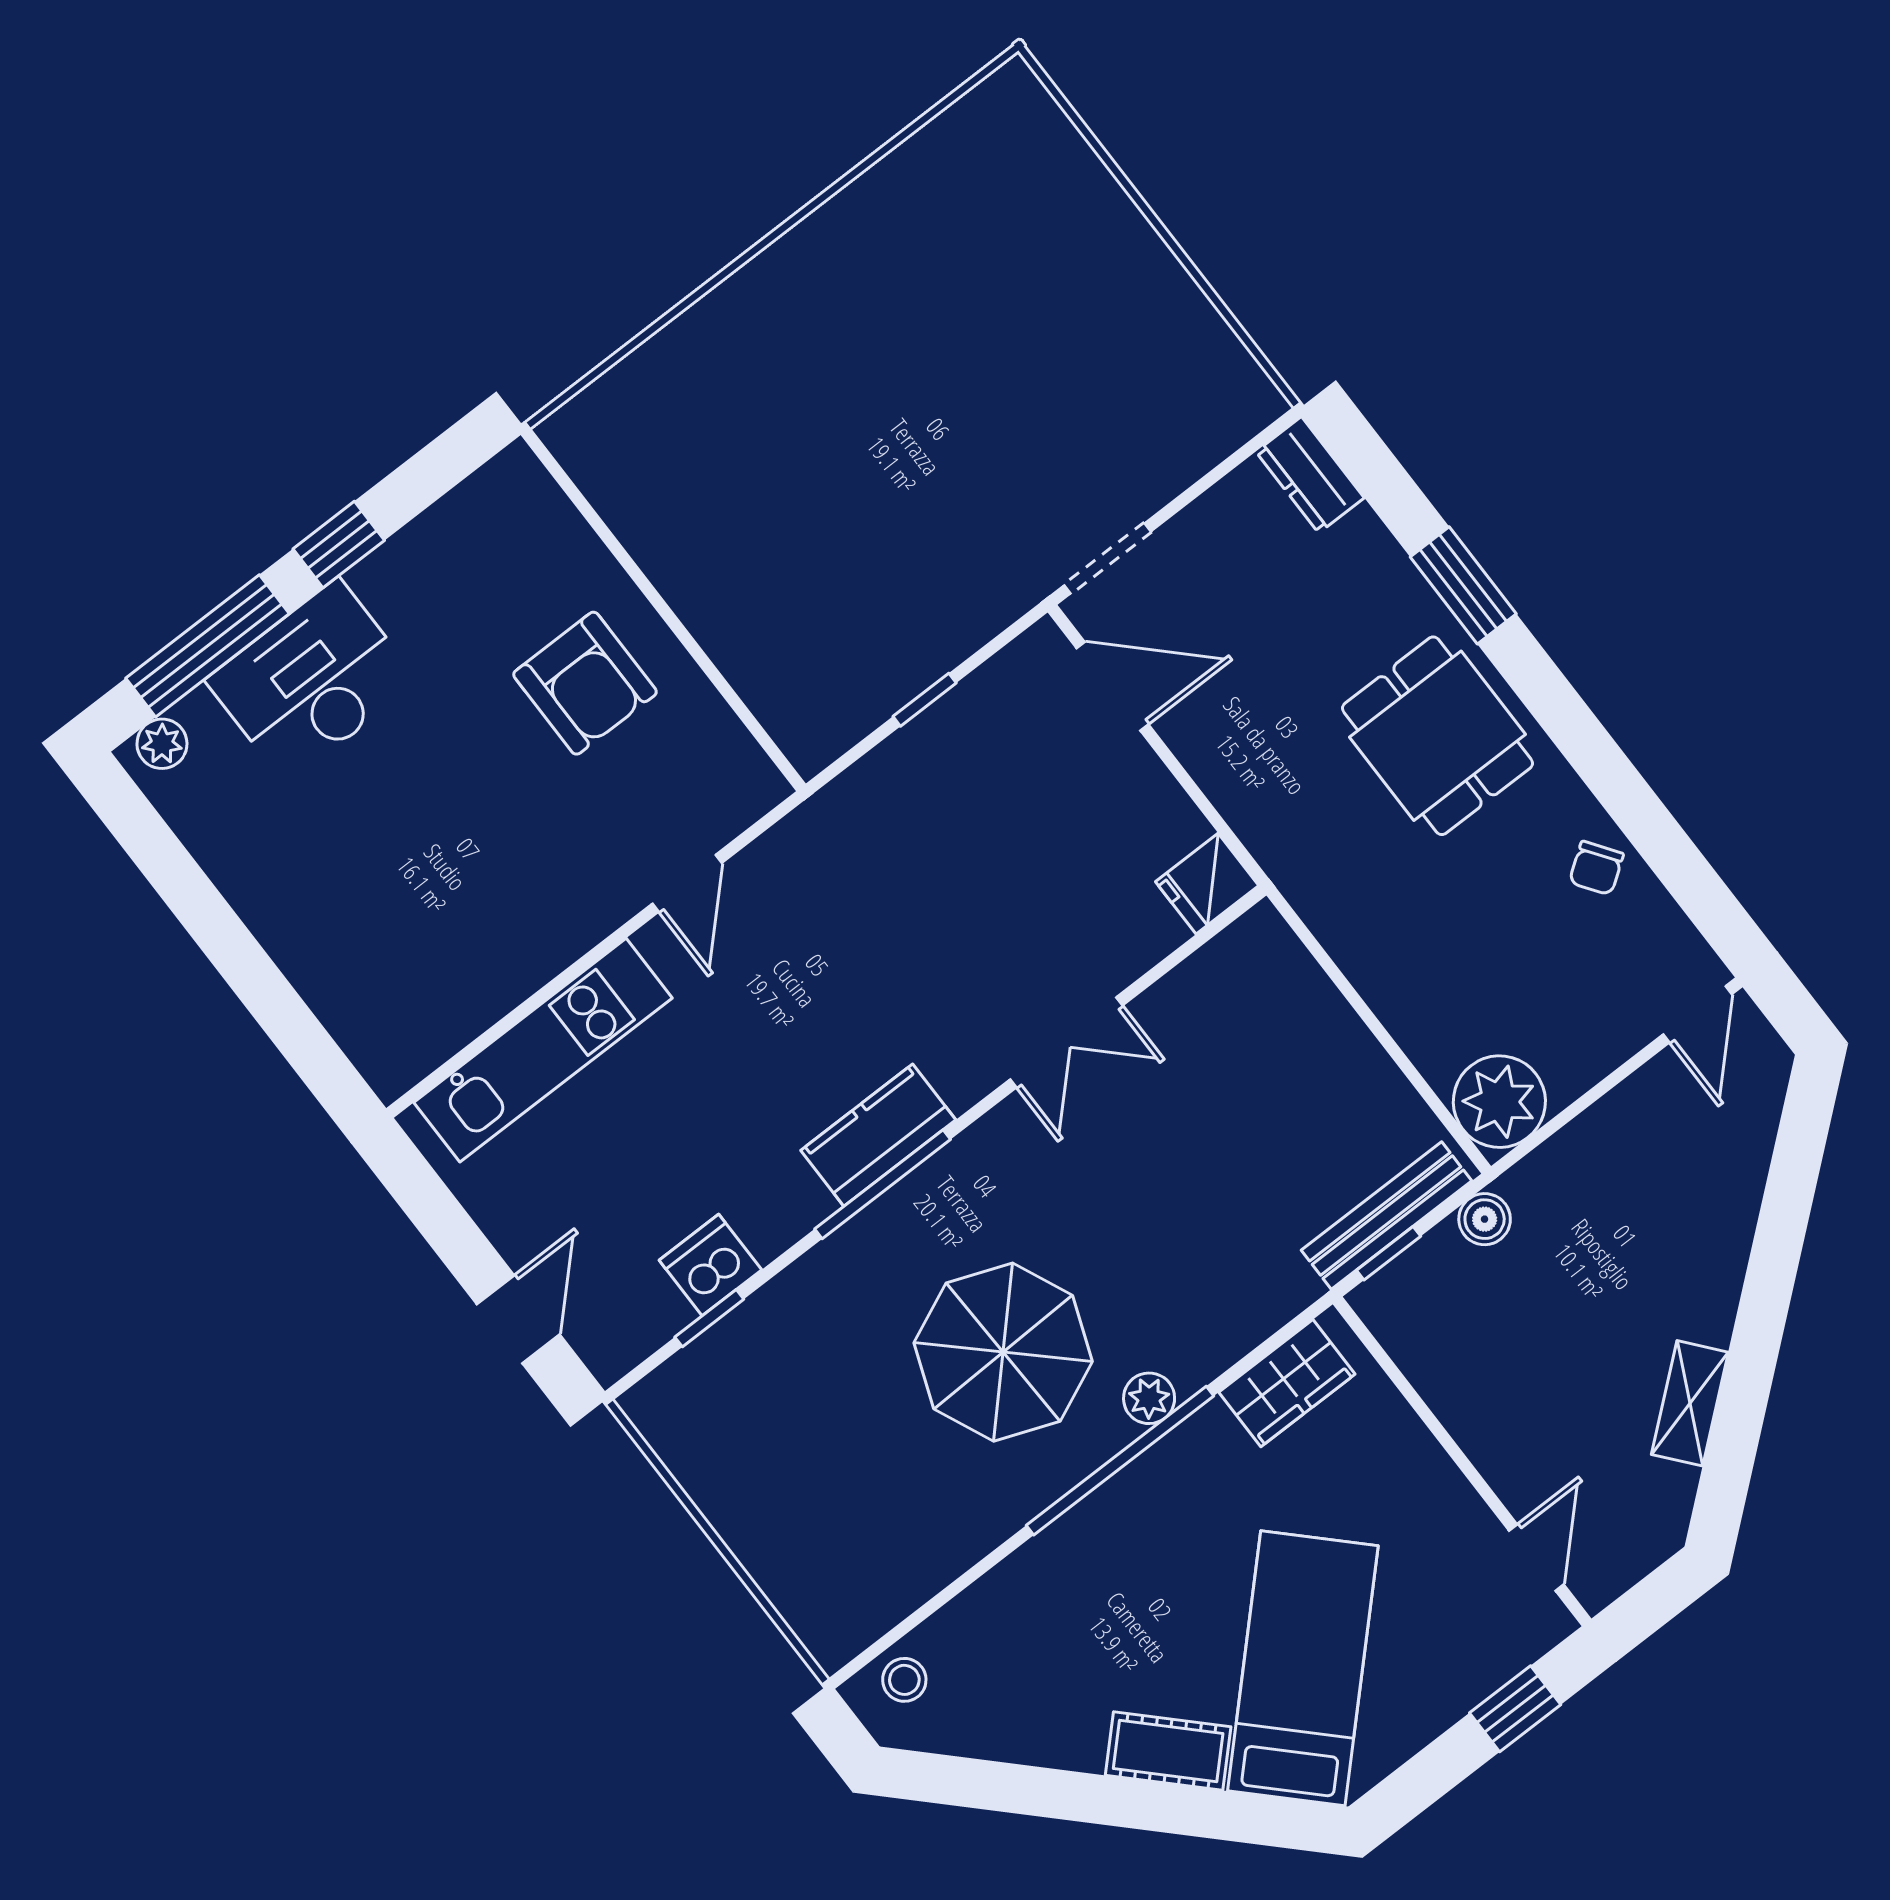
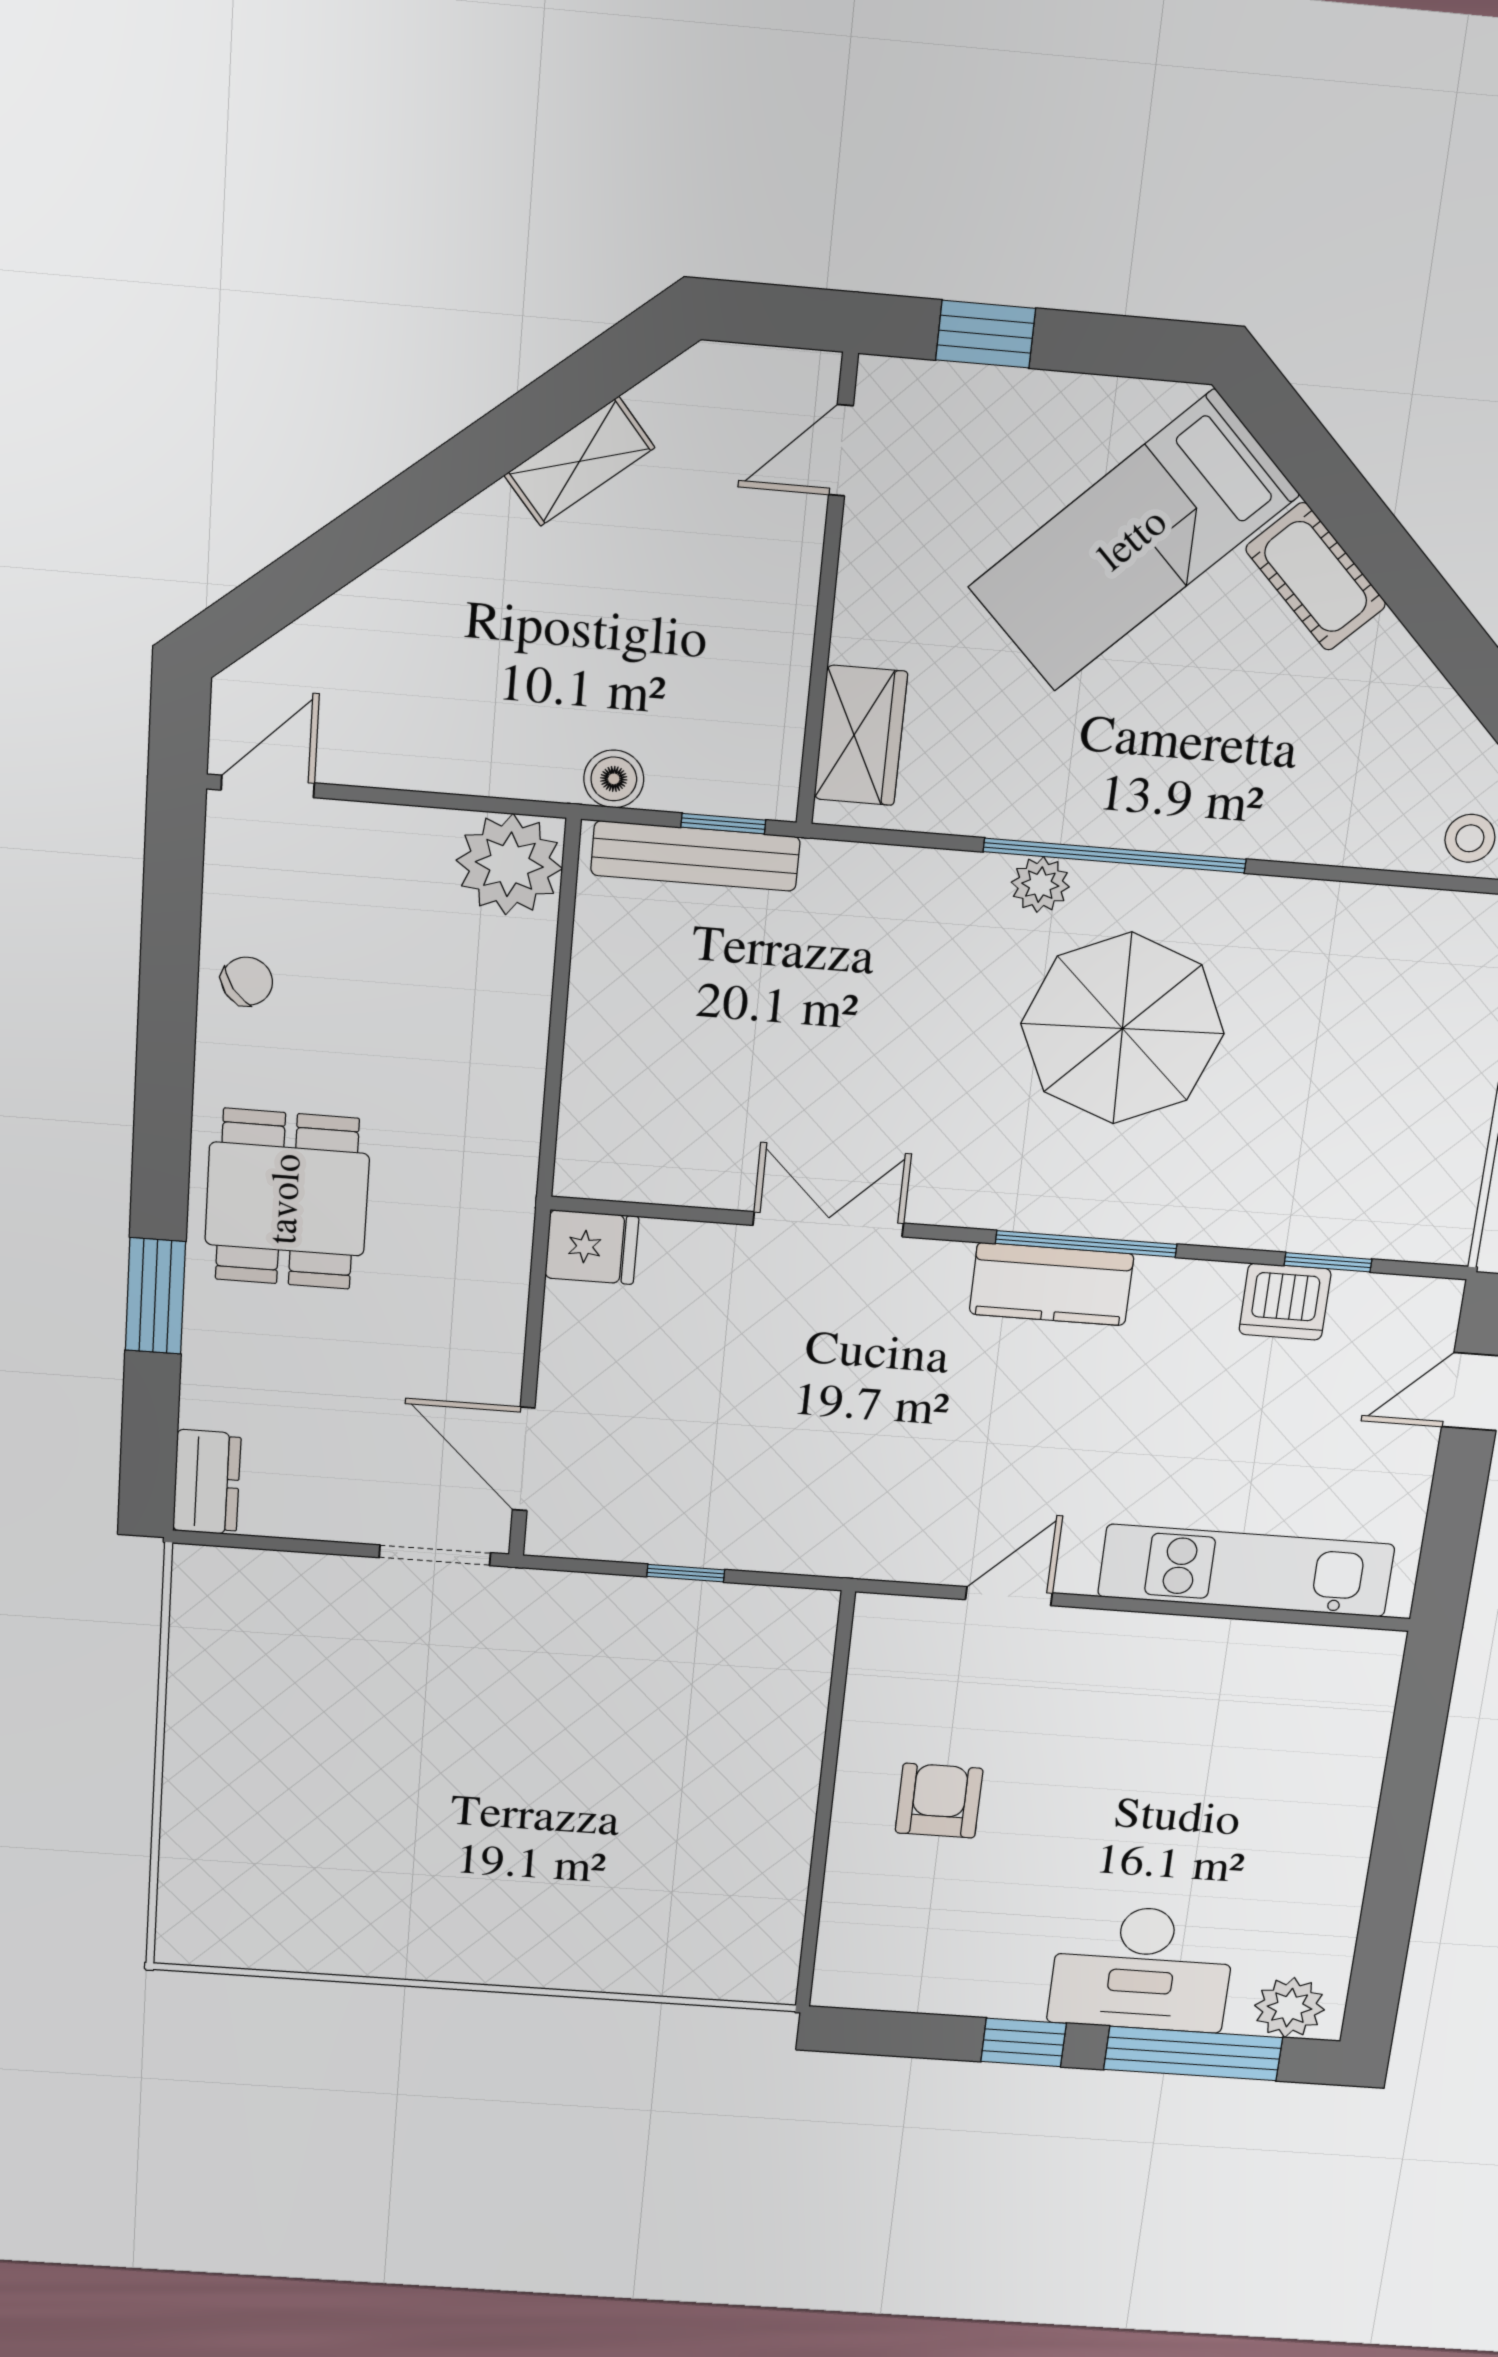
armchair: (585, 683) -> (939, 1801), width x0.72, depth x0.72
plant: (162, 744) -> (1290, 2008), width x1.38, depth x1.38
wardrobe: (1287, 1383) -> (861, 735), moved, turned 90

